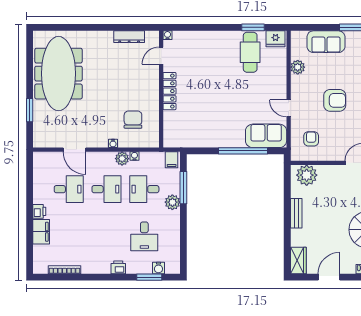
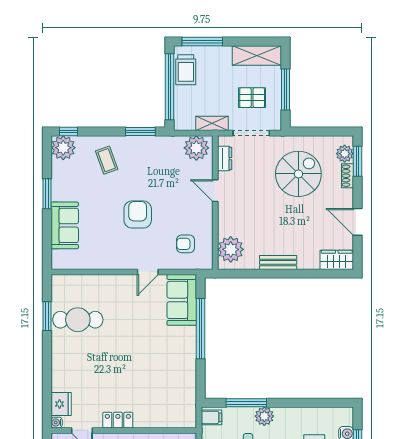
fridge: (275, 39) -> (61, 404), moved
plant: (298, 67) -> (96, 261), removed
locker: (169, 91) -> (118, 420), width x0.66

